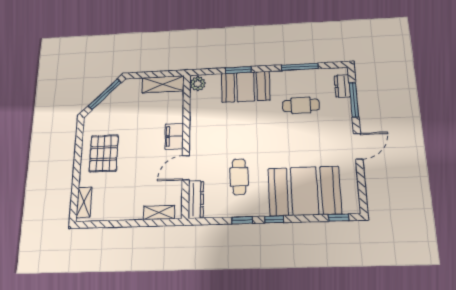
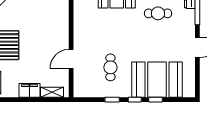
filing cabinet: (174, 136) -> (29, 90), moved, turned 90
dresser: (196, 199) -> (79, 83), removed
window: (338, 218) -> (156, 100), moved

